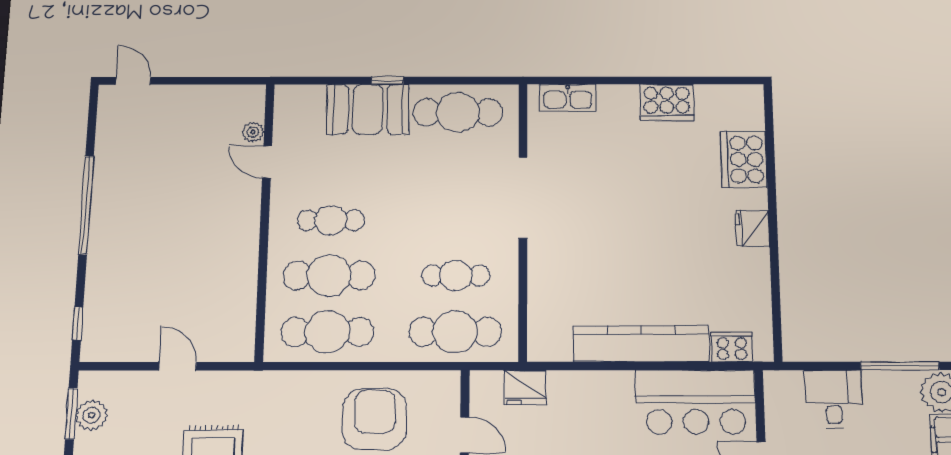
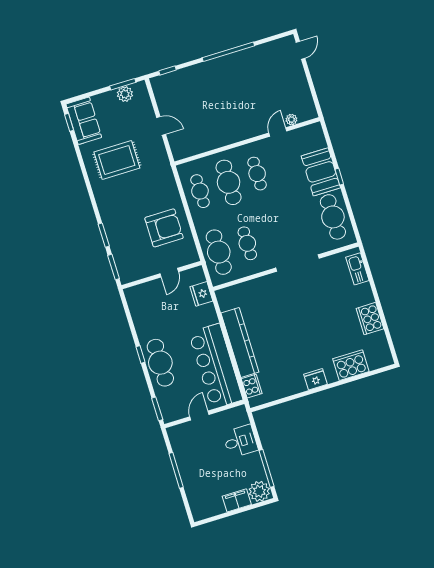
cafe table: (327, 332) -> (200, 191), width x0.73, depth x0.74
door: (178, 366) -> (161, 126), hinge flipped
bar counter: (695, 402) -> (216, 366), width x1.36

